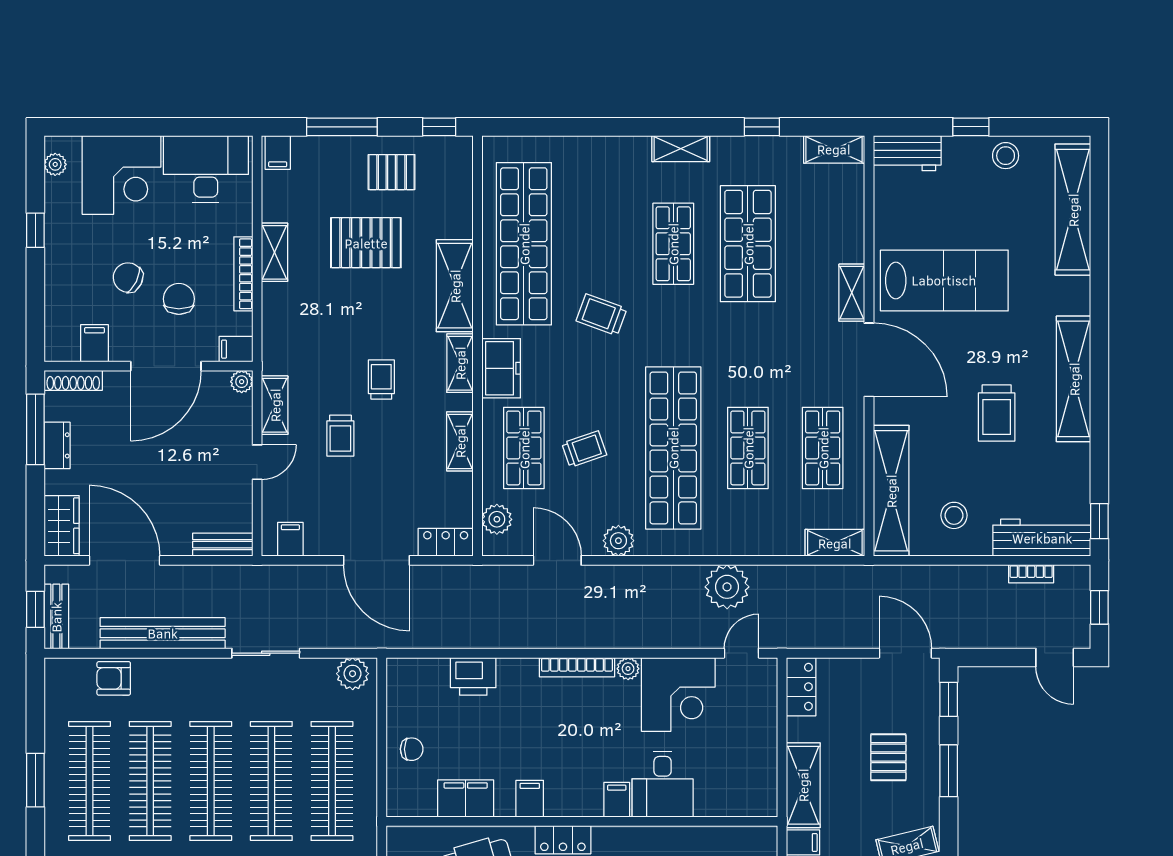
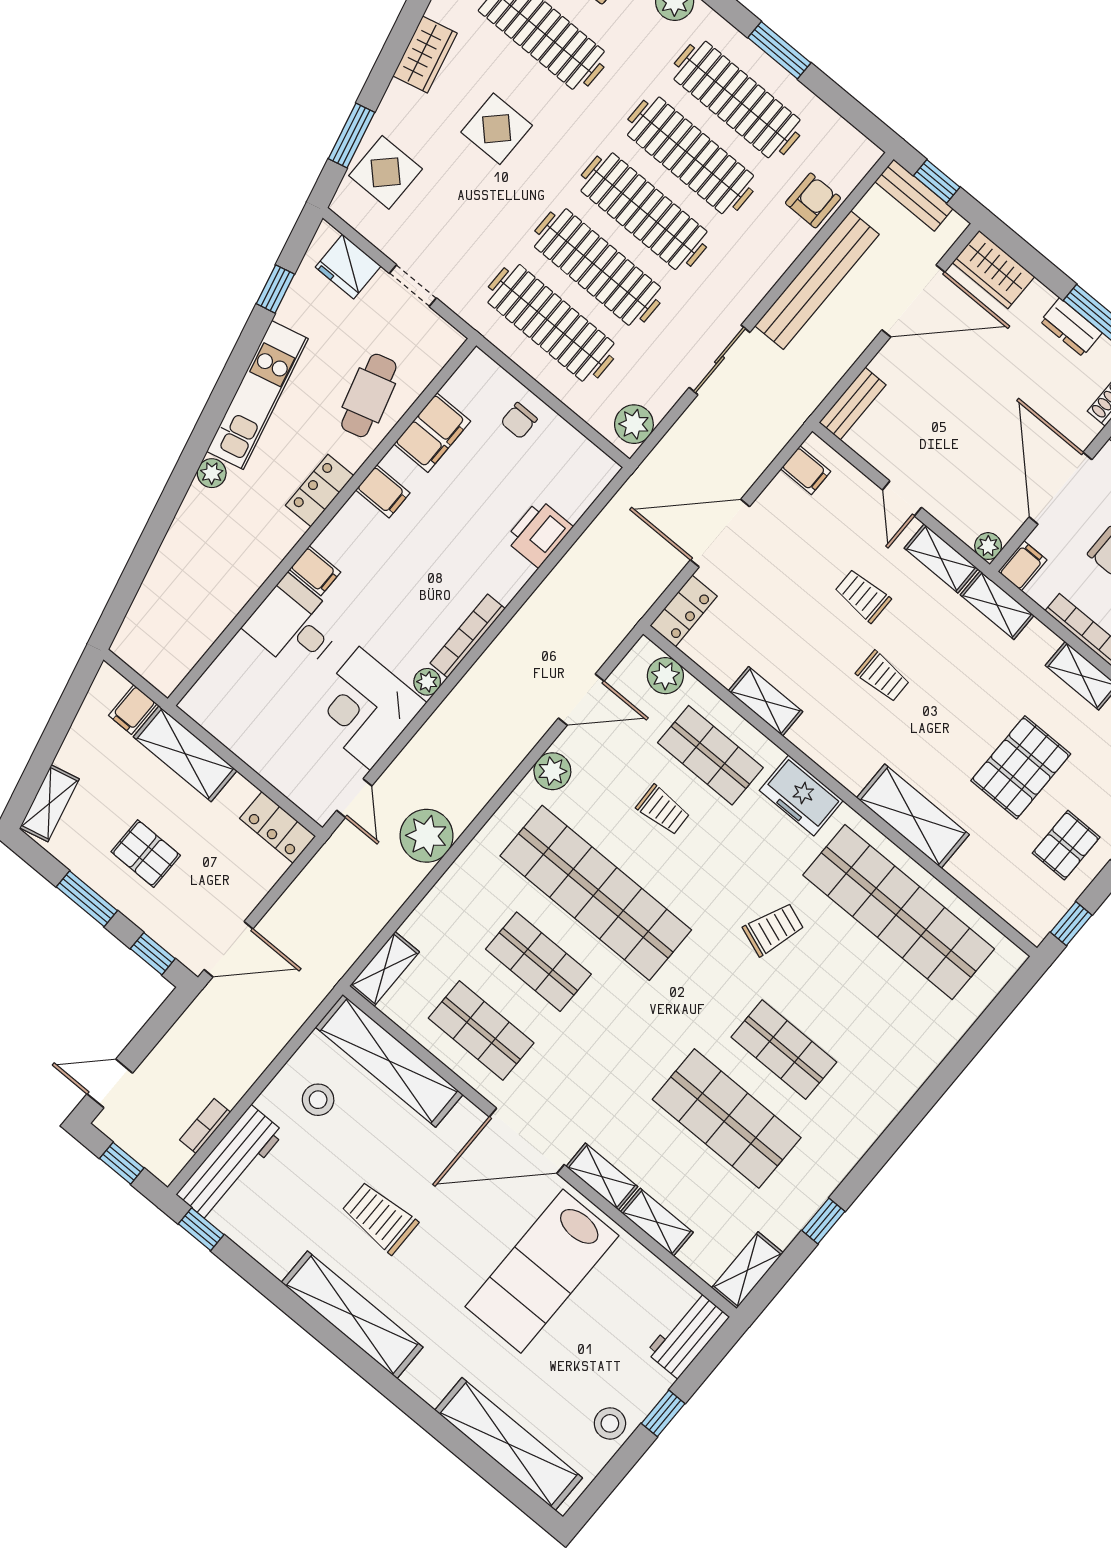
shelving: (681, 149) -> (657, 1222), moved, turned 90
shelving: (460, 363) -> (997, 605), moved
trolley: (584, 449) -> (663, 810), turned -73

